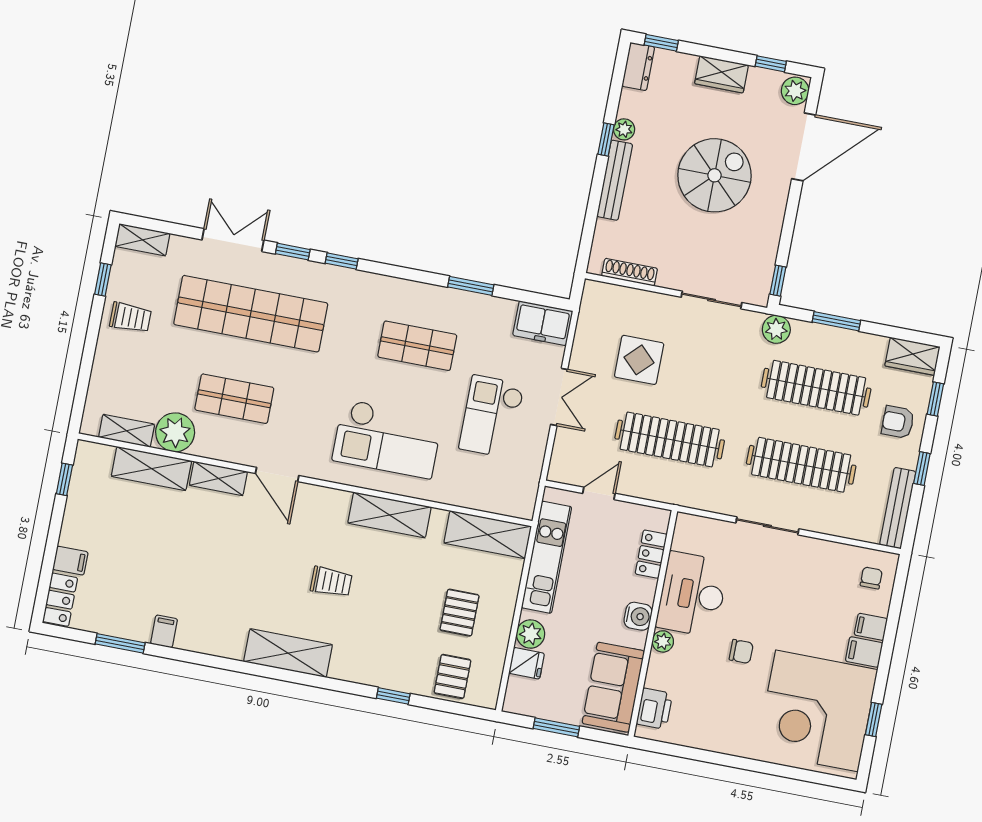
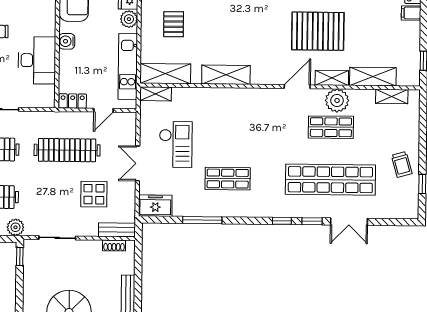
shelving: (143, 240) -> (156, 94), moved
shoe rack: (630, 272) -> (114, 246), width x0.70
window: (471, 286) -> (202, 220), width x1.44
bench: (612, 295) -> (117, 230), added
trolley: (130, 317) -> (402, 164), turned -106
plant: (175, 432) -> (337, 100), moved
checkout: (387, 439) -> (235, 120), removed
door: (277, 475) -> (297, 87), hinge flipped
locker: (651, 554) -> (73, 101), moved, turned -90
pallet: (227, 559) -> (318, 31), added
trolley: (331, 582) -> (253, 29), removed
plant: (663, 641) -> (49, 29), removed

